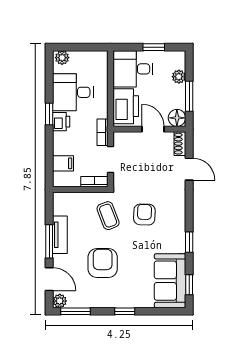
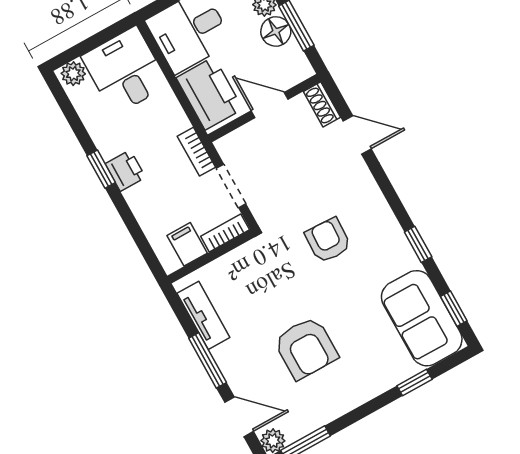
desk: (73, 92) -> (125, 71), moved, turned 90
floor lamp: (177, 118) -> (276, 31), moved
filing cabinet: (63, 163) -> (187, 244), moved, turned -90
coffee table: (108, 216) -> (274, 272), removed
tv unit: (60, 235) -> (203, 315), moved
armchair: (103, 263) -> (306, 348), turned 180
window: (125, 311) -> (415, 382), moved

